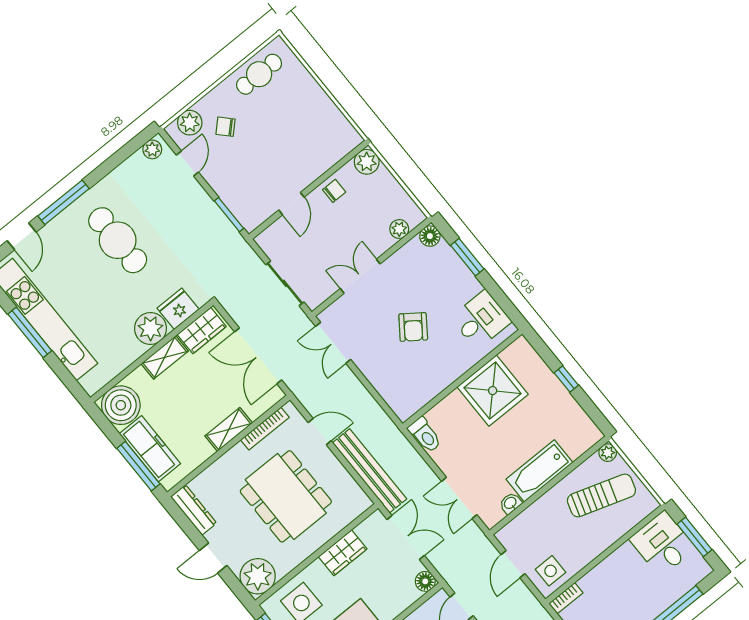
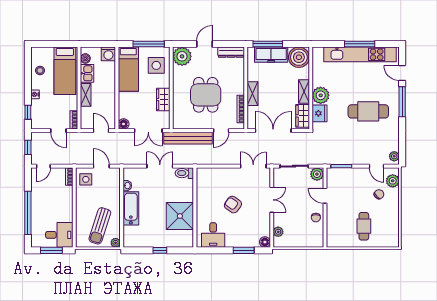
cafe table: (259, 74) -> (364, 226), moved
plant: (367, 162) -> (317, 174), moved
dining table: (286, 496) -> (206, 95), width x0.73
double door: (459, 498) -> (160, 166), moved

